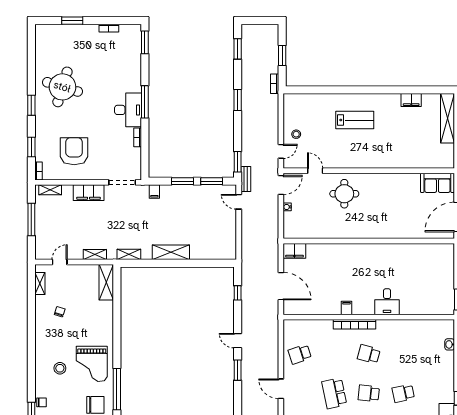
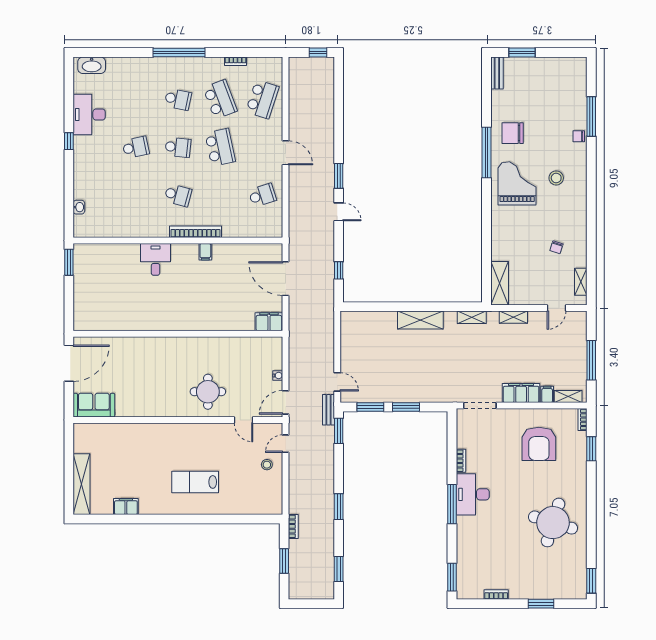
window: (31, 105) -> (591, 581), moved
filing cabinet: (154, 192) -> (547, 394), moved

